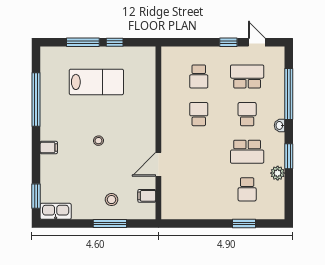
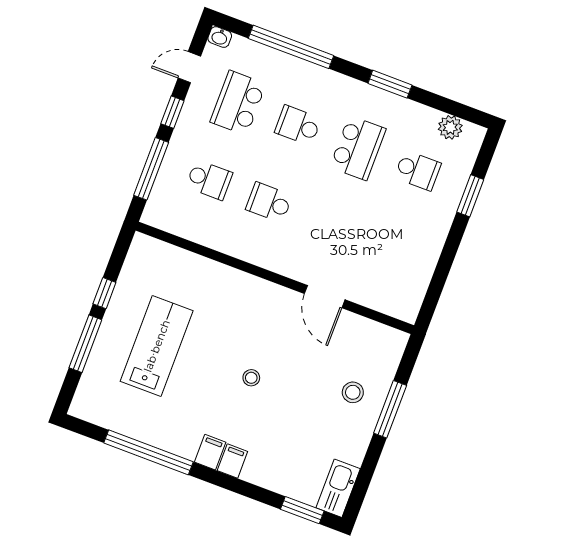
window: (193, 42) -> (151, 169), added
washbasin: (280, 125) -> (220, 37), moved
plant: (278, 173) -> (450, 127), moved
filing cabinet: (147, 196) -> (210, 452), moved, turned 180

